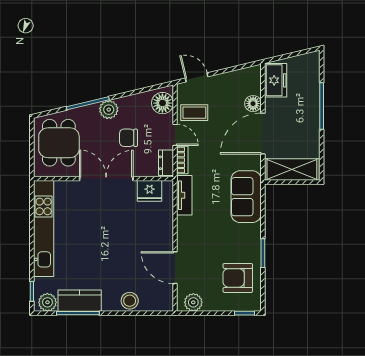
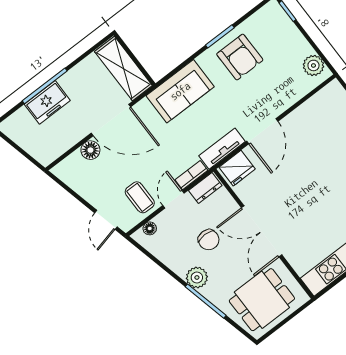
freezer: (276, 80) -> (47, 102), moved, turned 180
floor lamp: (162, 103) -> (150, 228), width x0.53, depth x0.53
fridge: (150, 191) -> (237, 168), moved, turned 90
door: (175, 268) -> (262, 131), moved
armchair: (238, 278) -> (240, 57), moved

